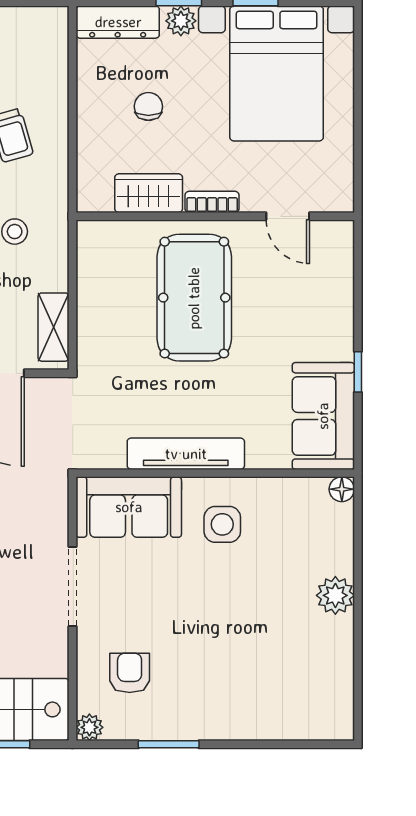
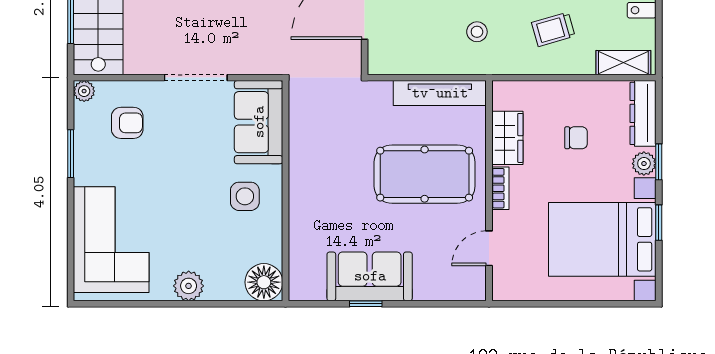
shelving: (54, 327) -> (623, 63), moved
sofa: (323, 416) -> (370, 276), moved
tv unit: (186, 454) -> (440, 93), moved, turned 90
floor lamp: (342, 489) -> (264, 282), width x1.89, depth x1.89
corner sofa: (277, 693) -> (111, 240), added

